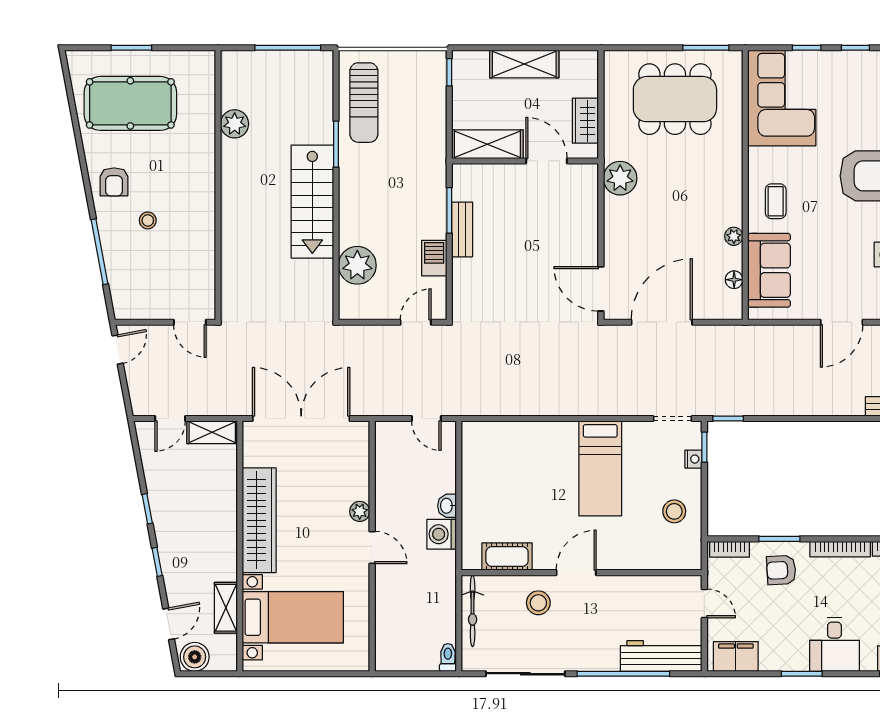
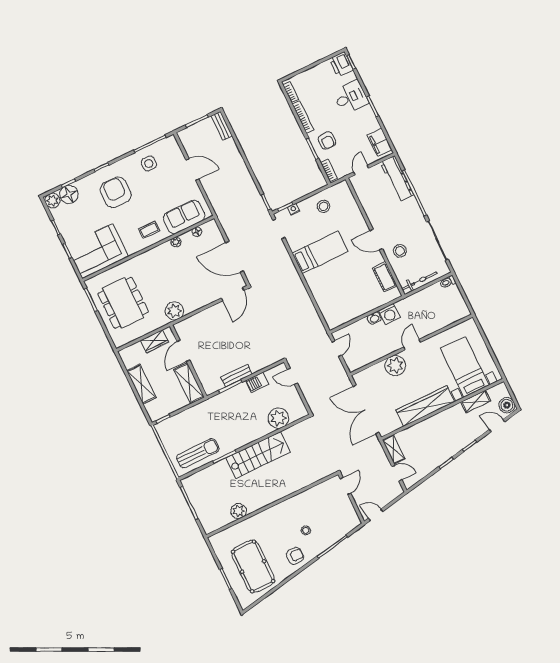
plant: (360, 511) -> (395, 365), width x1.88, depth x1.88

